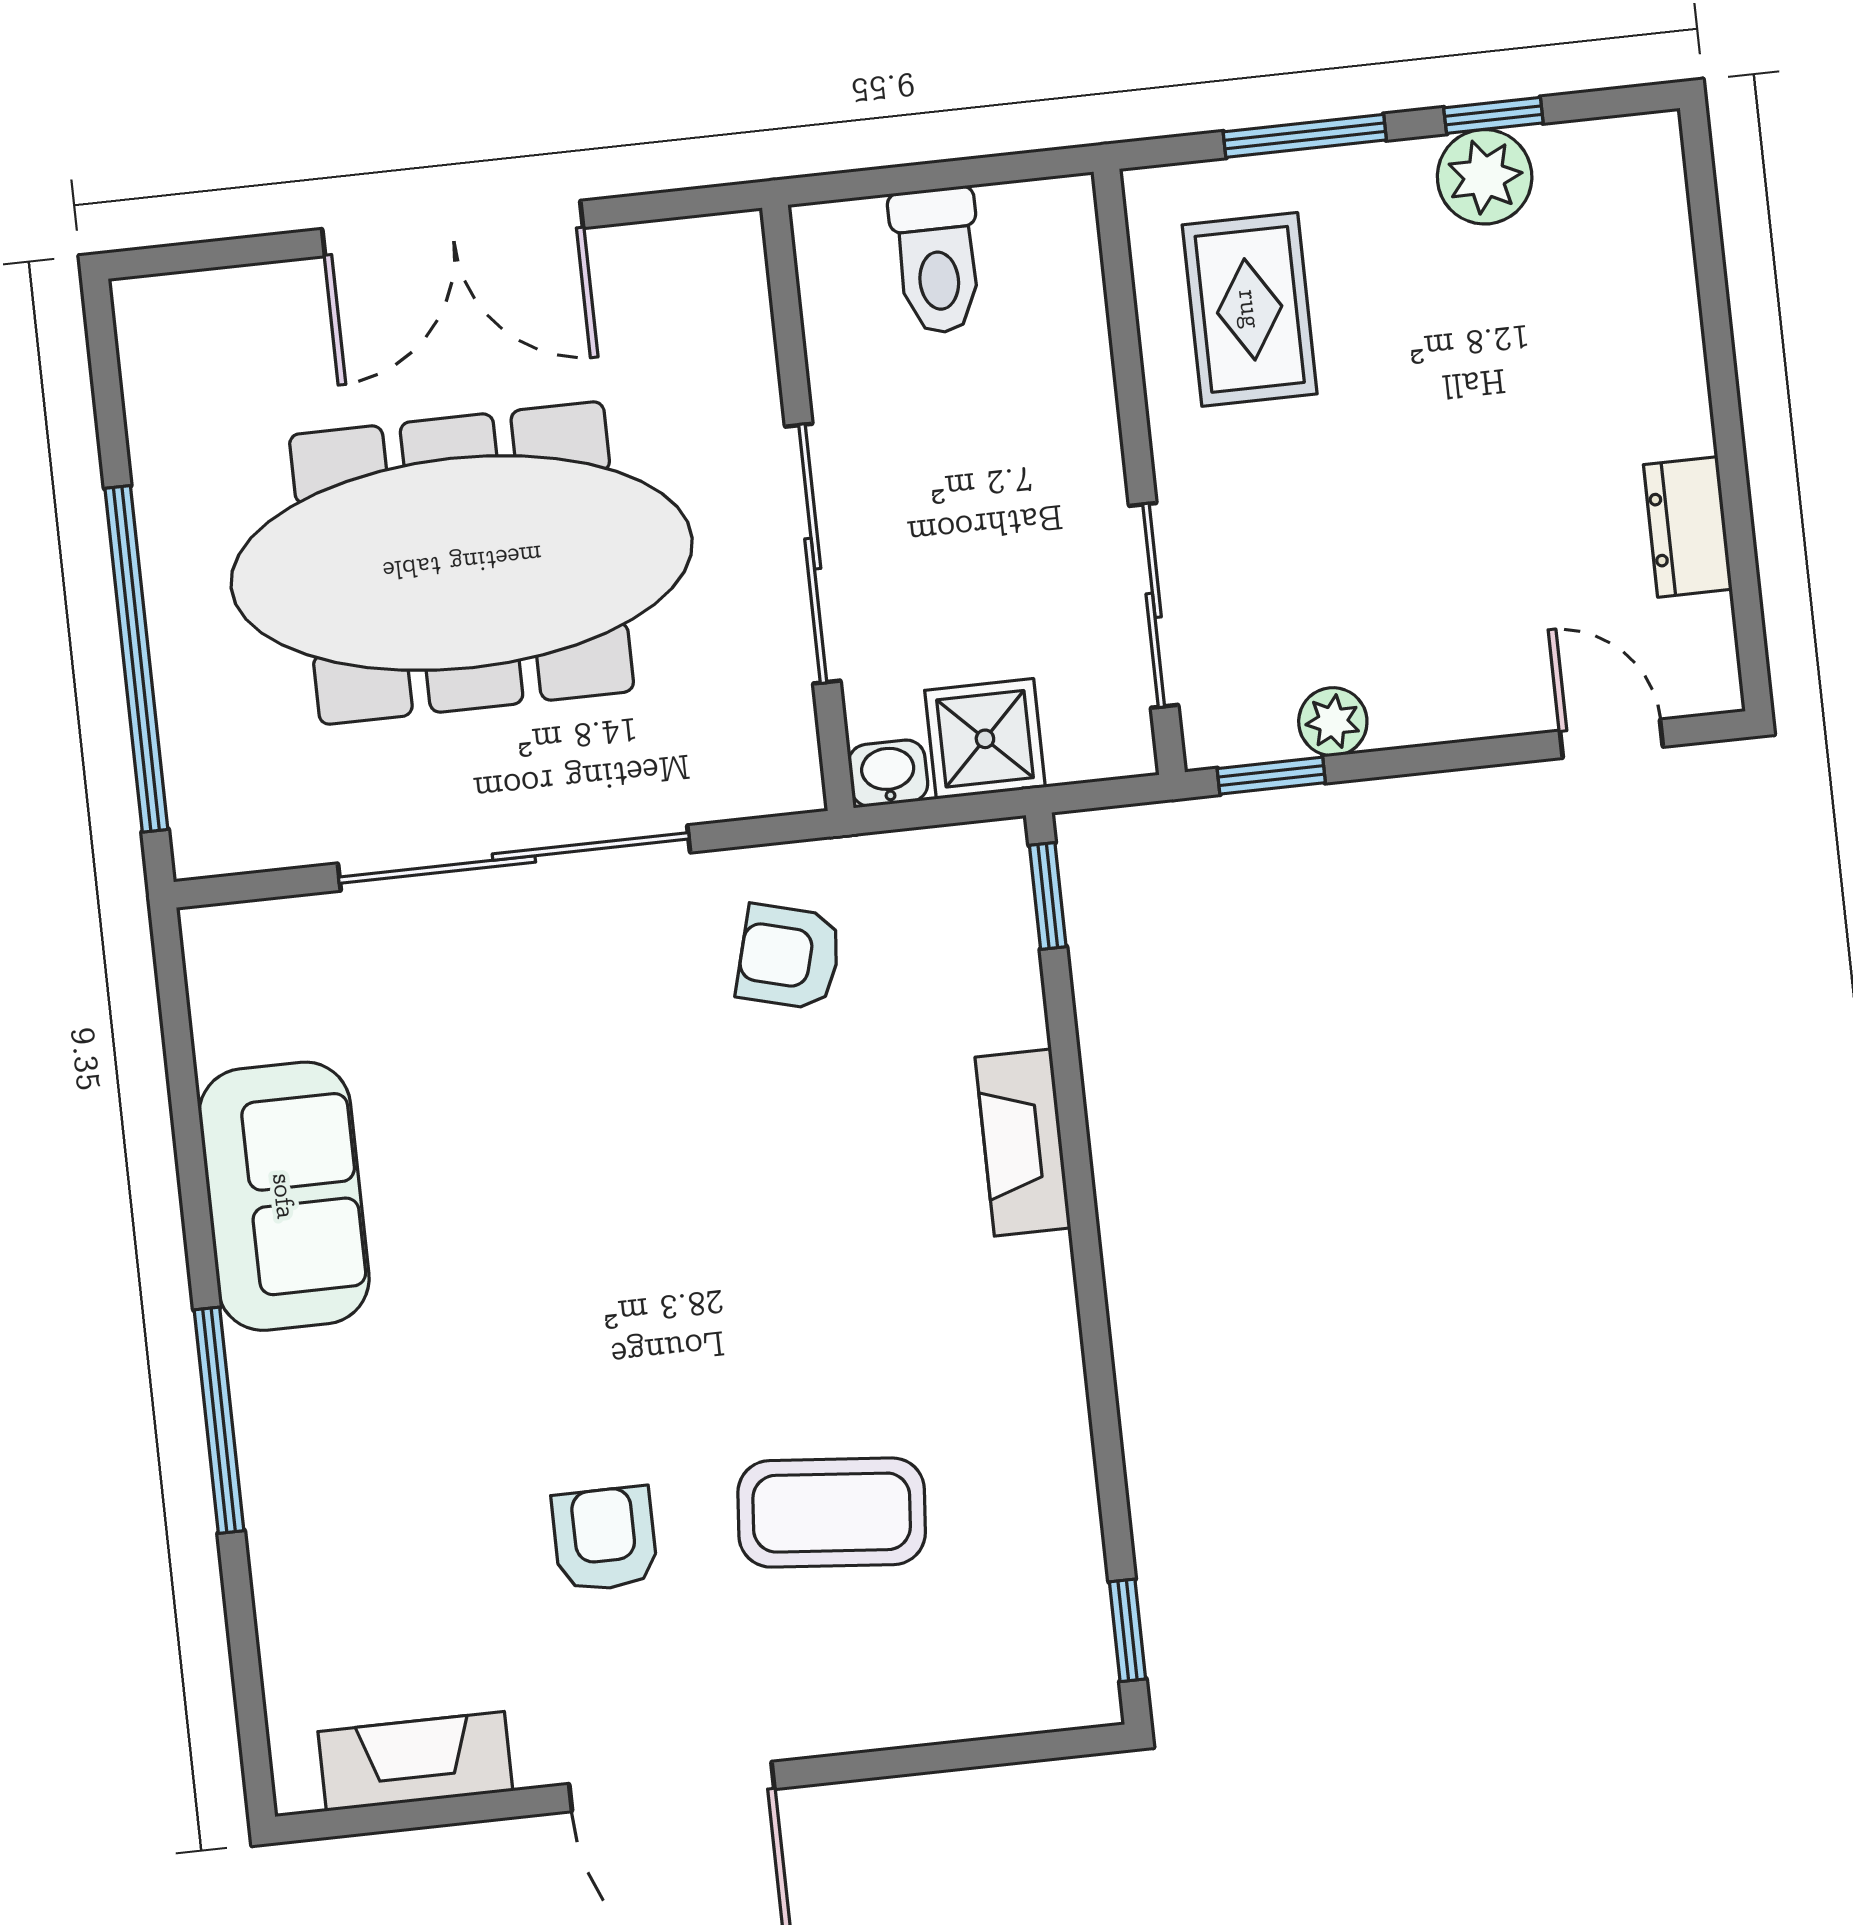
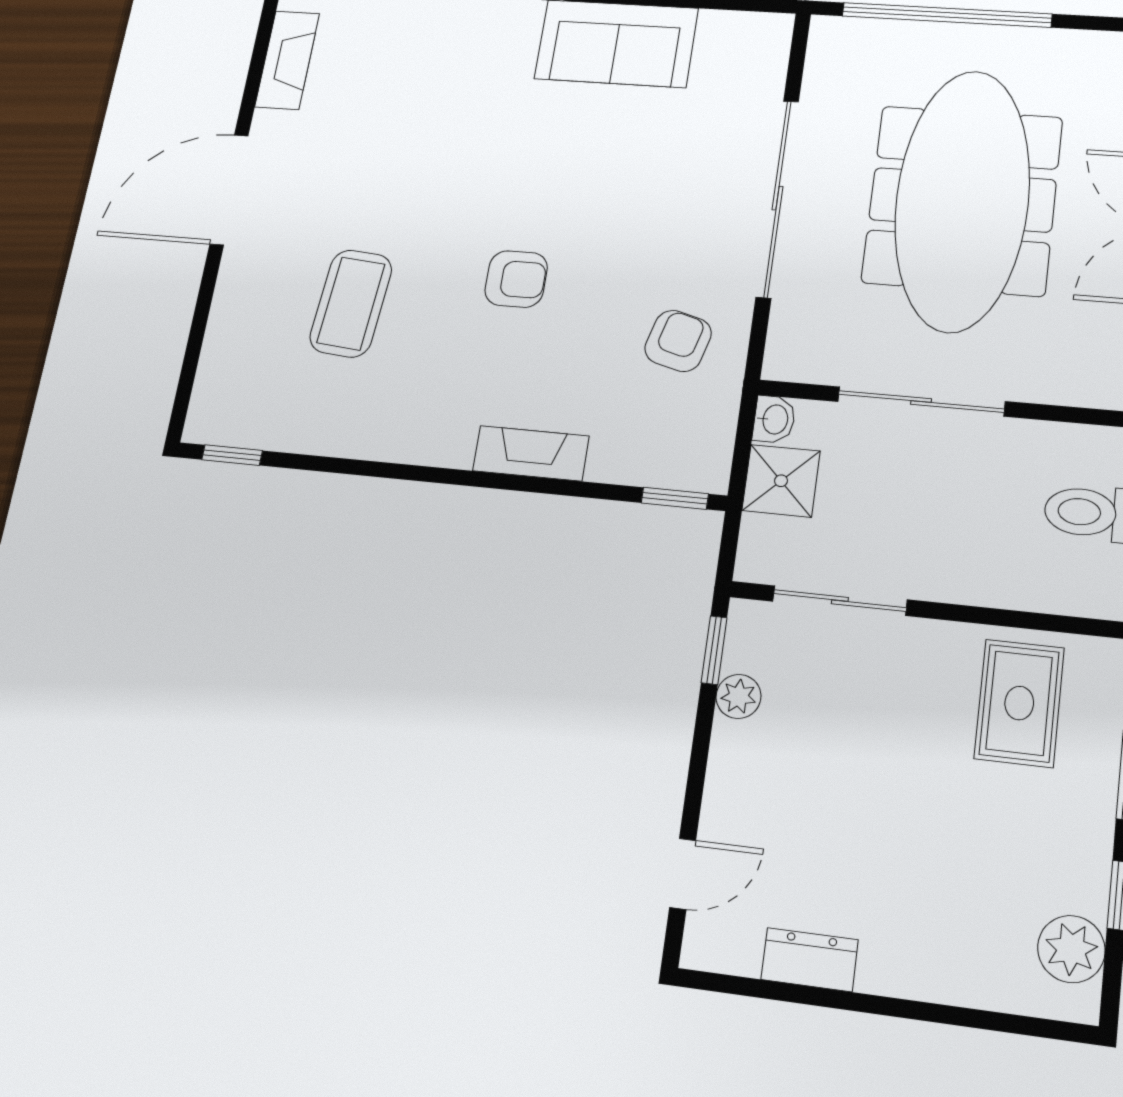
plant: (1485, 177) -> (1071, 949), moved
rug: (1250, 309) -> (1019, 703), turned 90
armchair: (605, 1539) -> (516, 279), moved

